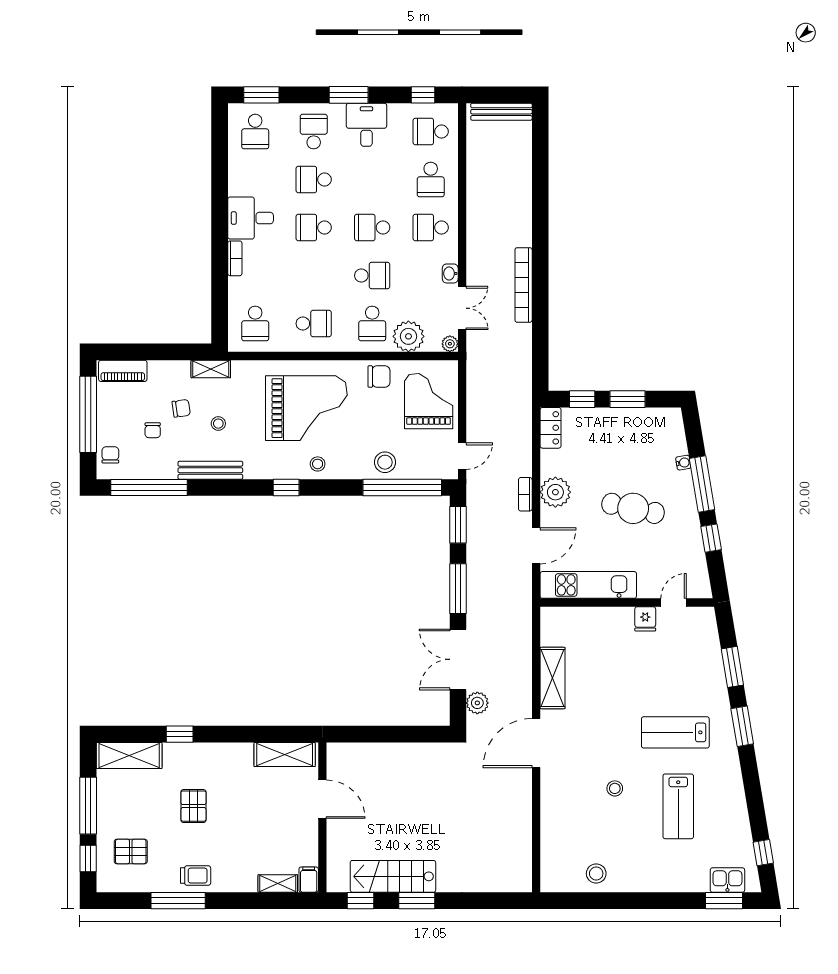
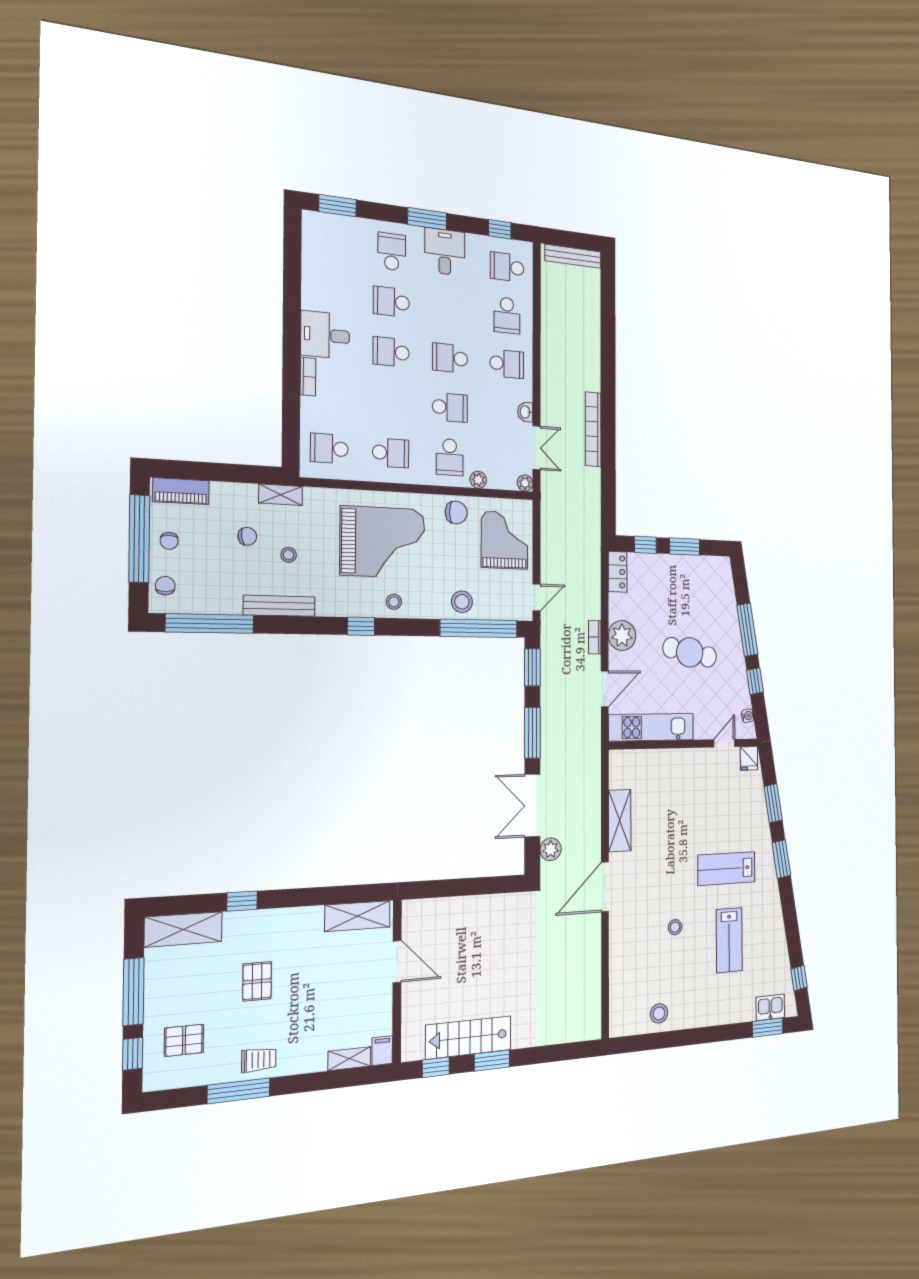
school desk: (255, 132) -> (331, 244), removed
school desk: (431, 228) -> (507, 364), turned 180
school desk: (255, 323) -> (329, 449), turned 90
plant: (408, 336) -> (478, 480), width x0.53, depth x0.53
chair: (153, 430) -> (169, 541), moved
water cooler: (683, 463) -> (748, 716), moved
fridge: (645, 619) -> (749, 758), moved

